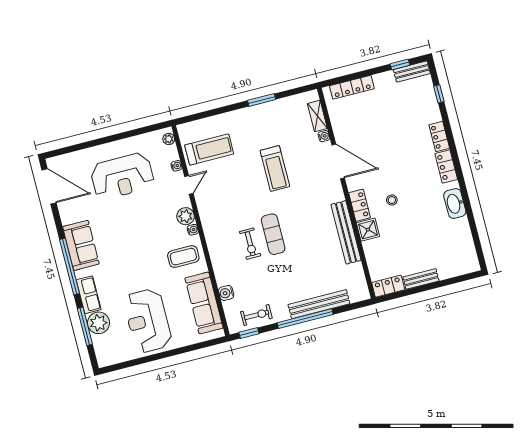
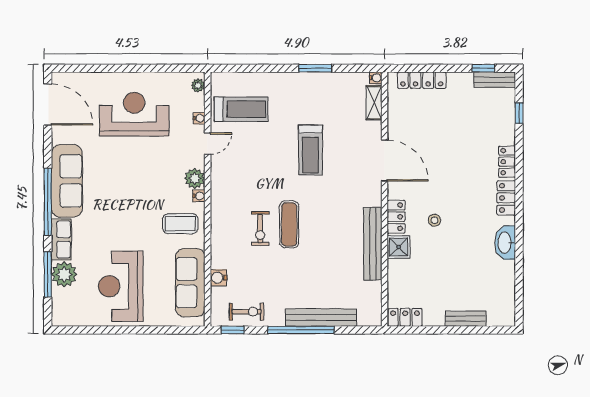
water cooler: (324, 136) -> (376, 78), moved
reception desk: (122, 176) -> (134, 114), turned 180
sofa: (81, 245) -> (67, 181), width x1.36
bench: (421, 279) -> (466, 319), moved

